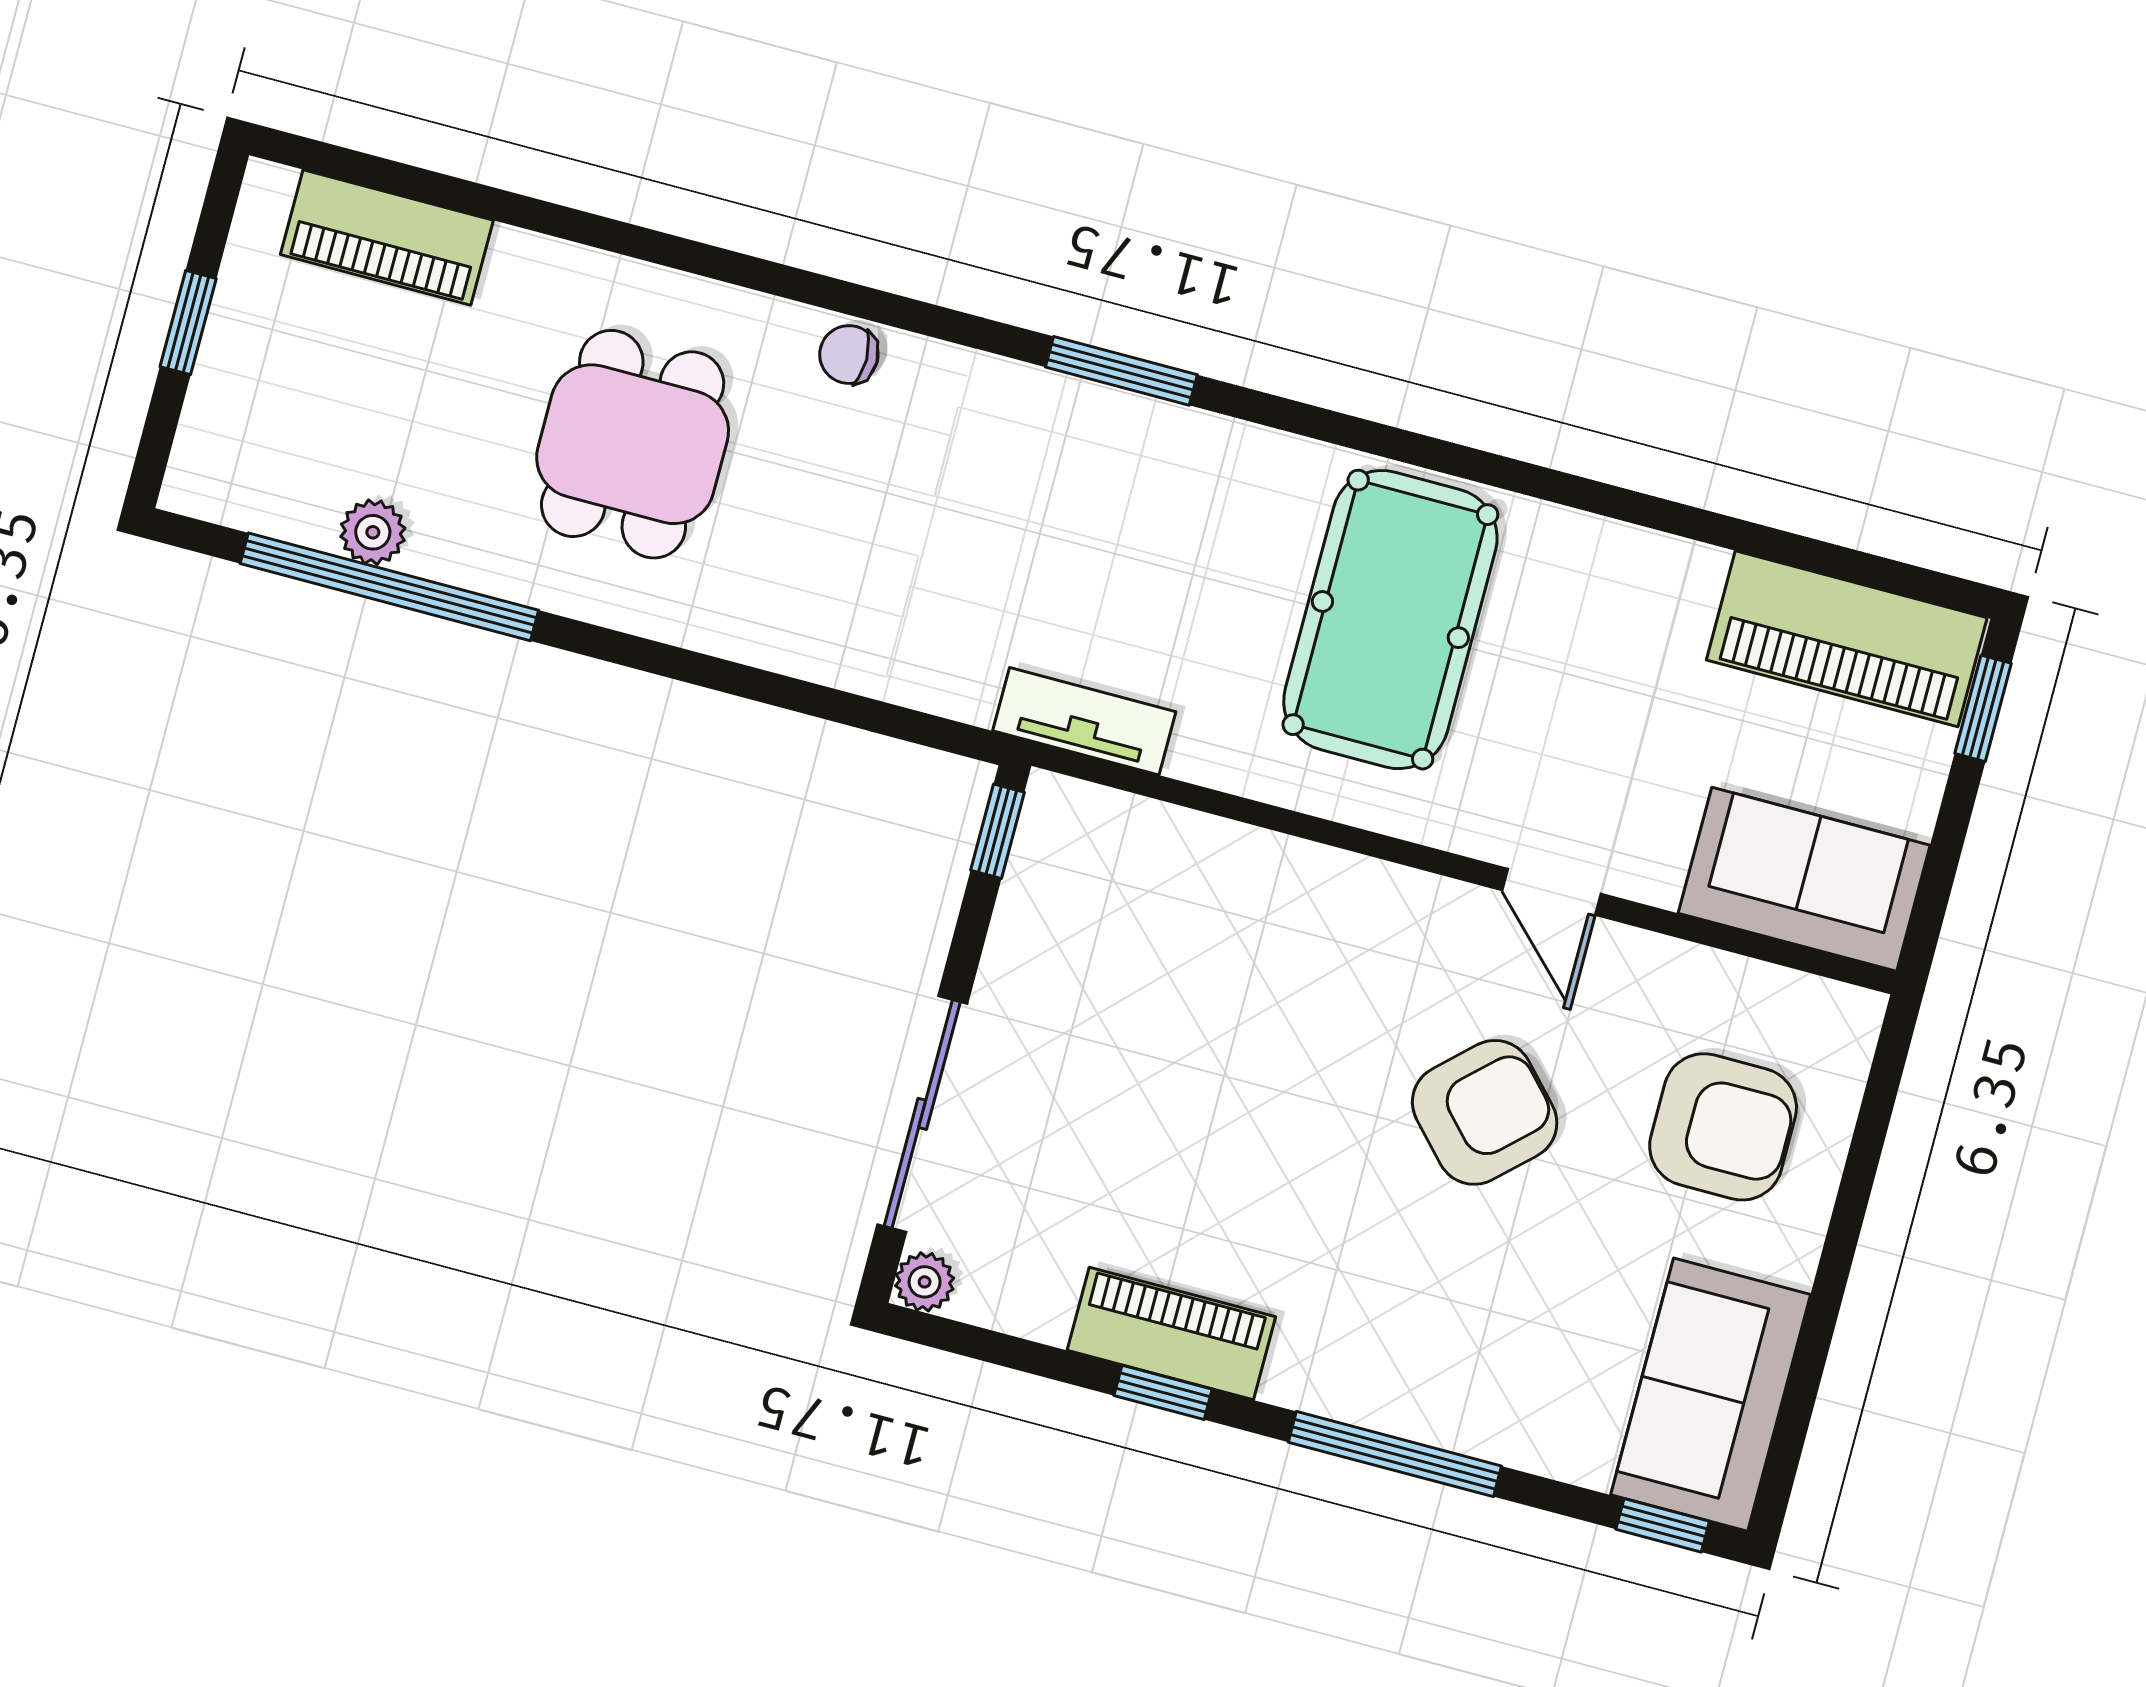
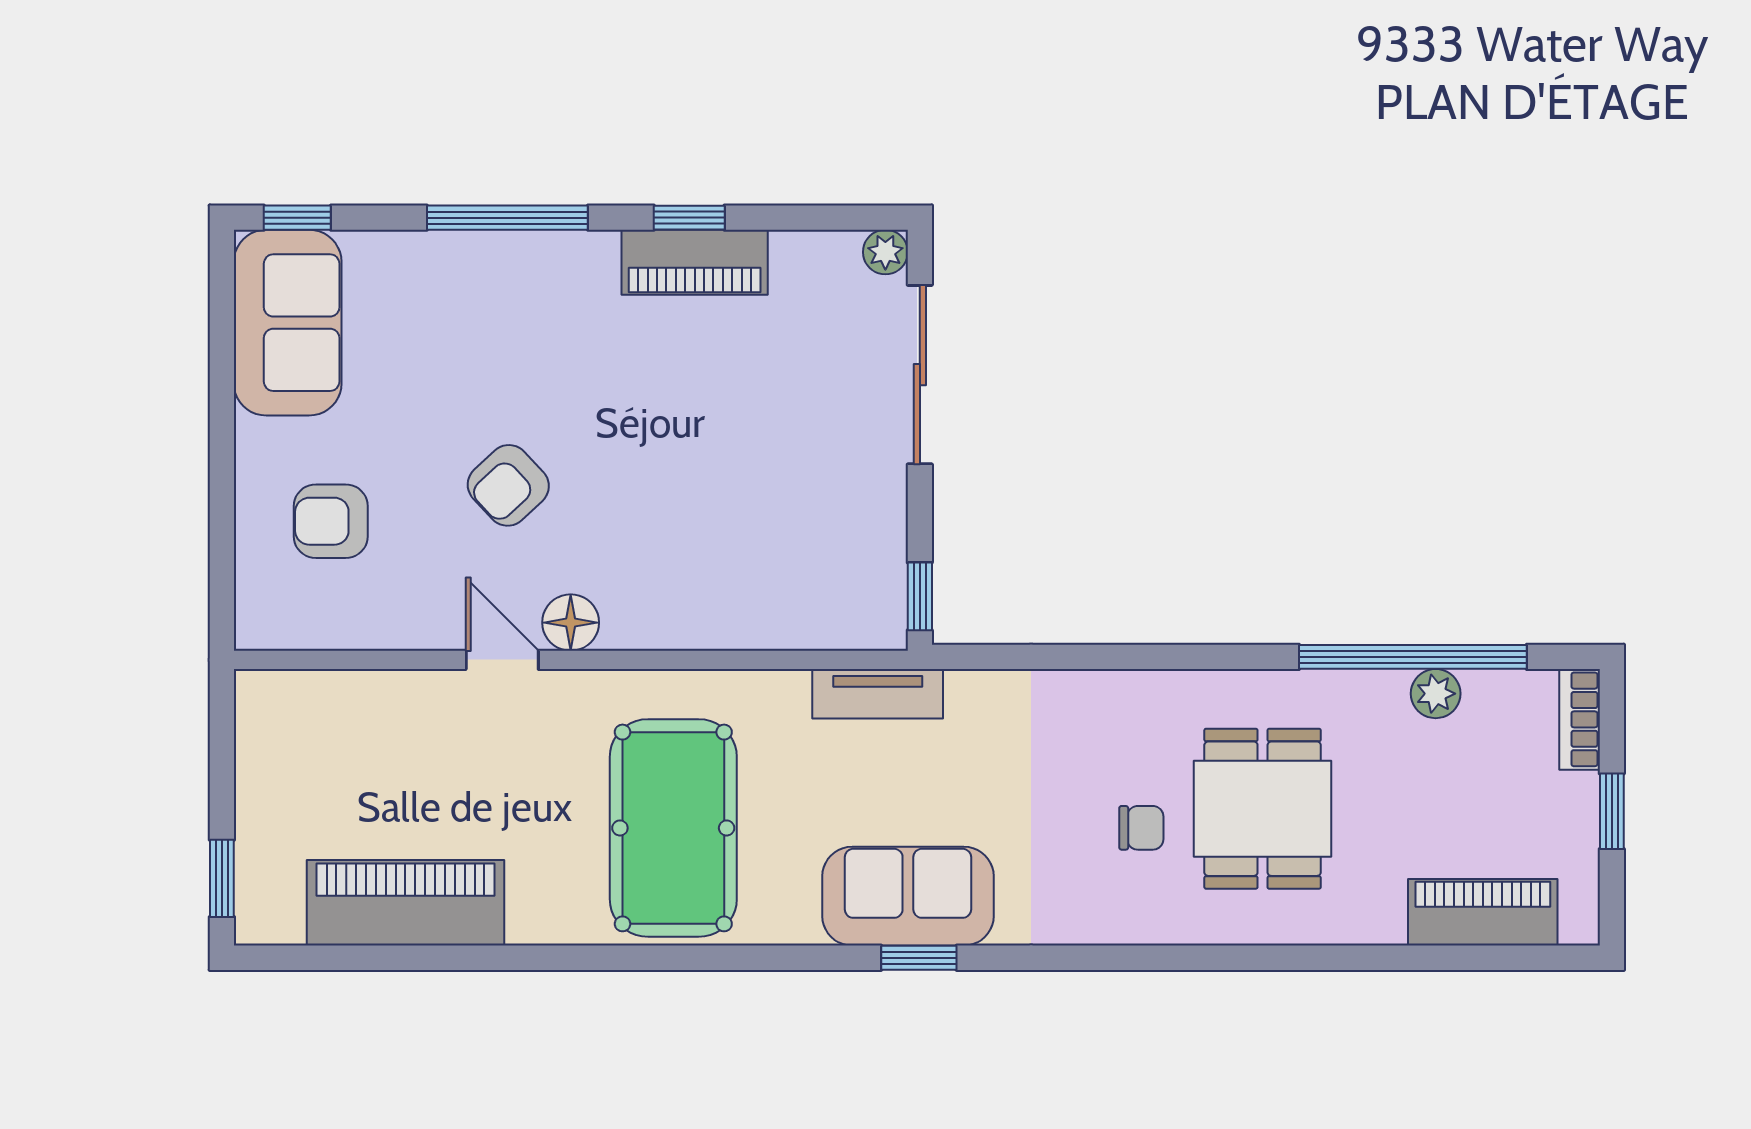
chair: (849, 355) -> (1141, 828), moved
window: (1121, 371) -> (919, 958), width x0.67
bookcase: (198, 451) -> (1580, 719), added
piano: (1847, 639) -> (405, 903), moved
sofa: (1804, 879) -> (908, 896), moved, turned 180
floor lamp: (1452, 916) -> (571, 623), added
armchair: (1485, 1112) -> (508, 485), width x0.72, depth x0.72
armchair: (1723, 1127) -> (331, 521), width x0.72, depth x0.72

